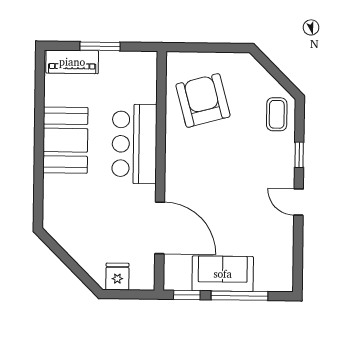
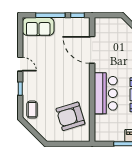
armchair: (203, 100) -> (70, 116), turned 88
sofa: (223, 274) -> (38, 27), moved
fridge: (117, 276) -> (114, 24), removed

